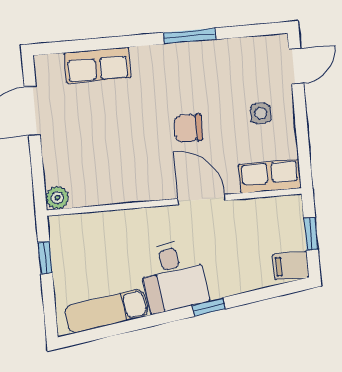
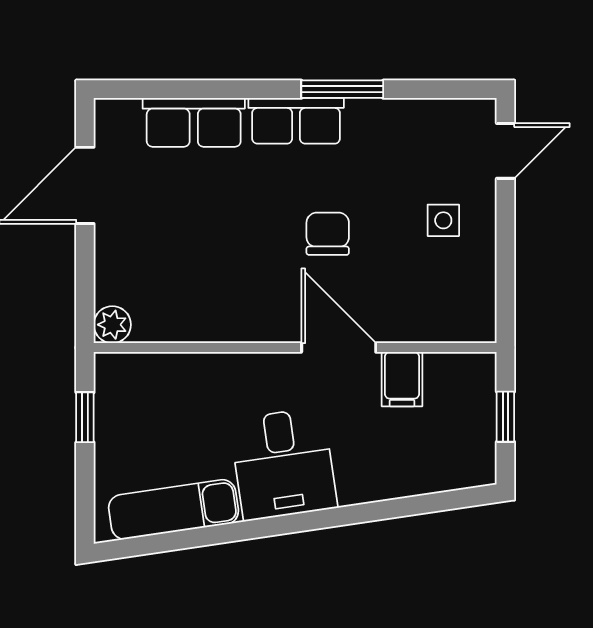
chair: (188, 128) -> (328, 234), turned 90
row of seats: (270, 176) -> (296, 121), moved, turned 180
filing cabinet: (291, 266) -> (402, 379), moved, turned -90
window: (209, 307) -> (335, 517), removed

